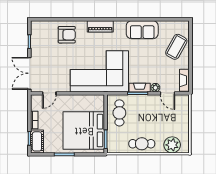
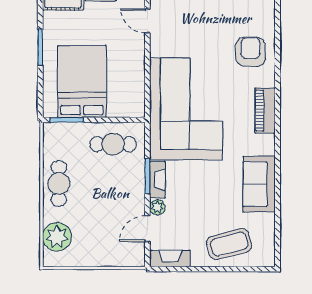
armchair: (67, 35) -> (250, 52), turned 180
coffee table: (176, 47) -> (229, 244), turned -44
bed: (84, 131) -> (82, 82), width x0.73

